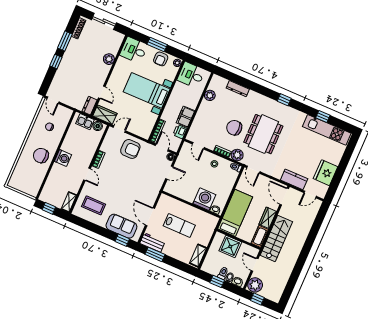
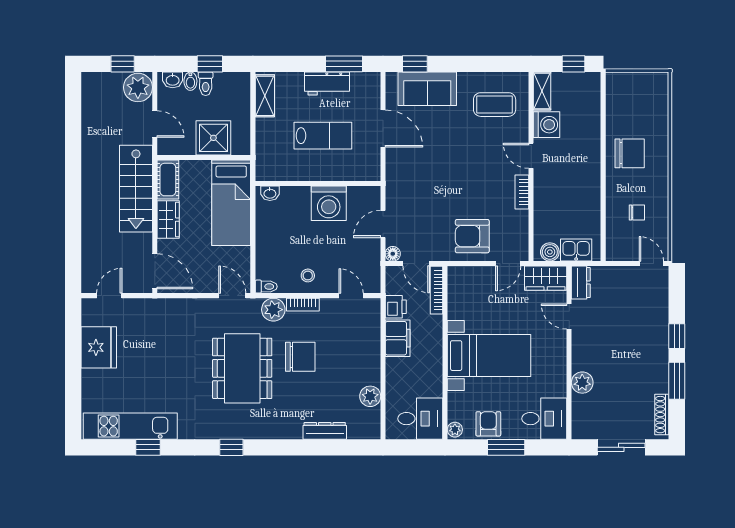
washing machine: (63, 158) -> (546, 125), moved, turned 180
kitchen counter: (294, 179) -> (151, 310), removed
washing machine: (204, 199) -> (329, 203), moved
lab bench: (179, 226) -> (323, 136), turned 180
workbench: (152, 243) -> (327, 83), moved

